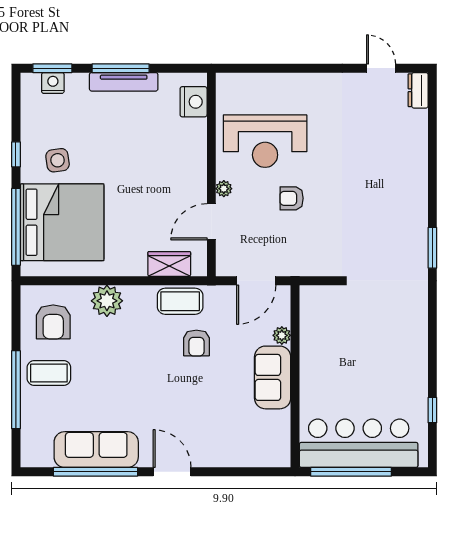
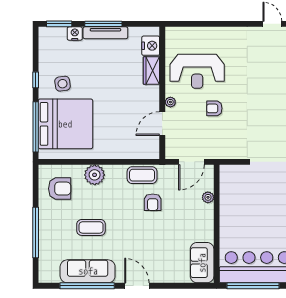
nightstand: (53, 83) -> (75, 34), moved
wardrobe: (169, 264) -> (151, 71), moved, turned -90
armchair: (53, 322) -> (60, 189), turned -90
coffee table: (49, 373) -> (91, 227), moved
sofa: (273, 377) -> (202, 263), moved

